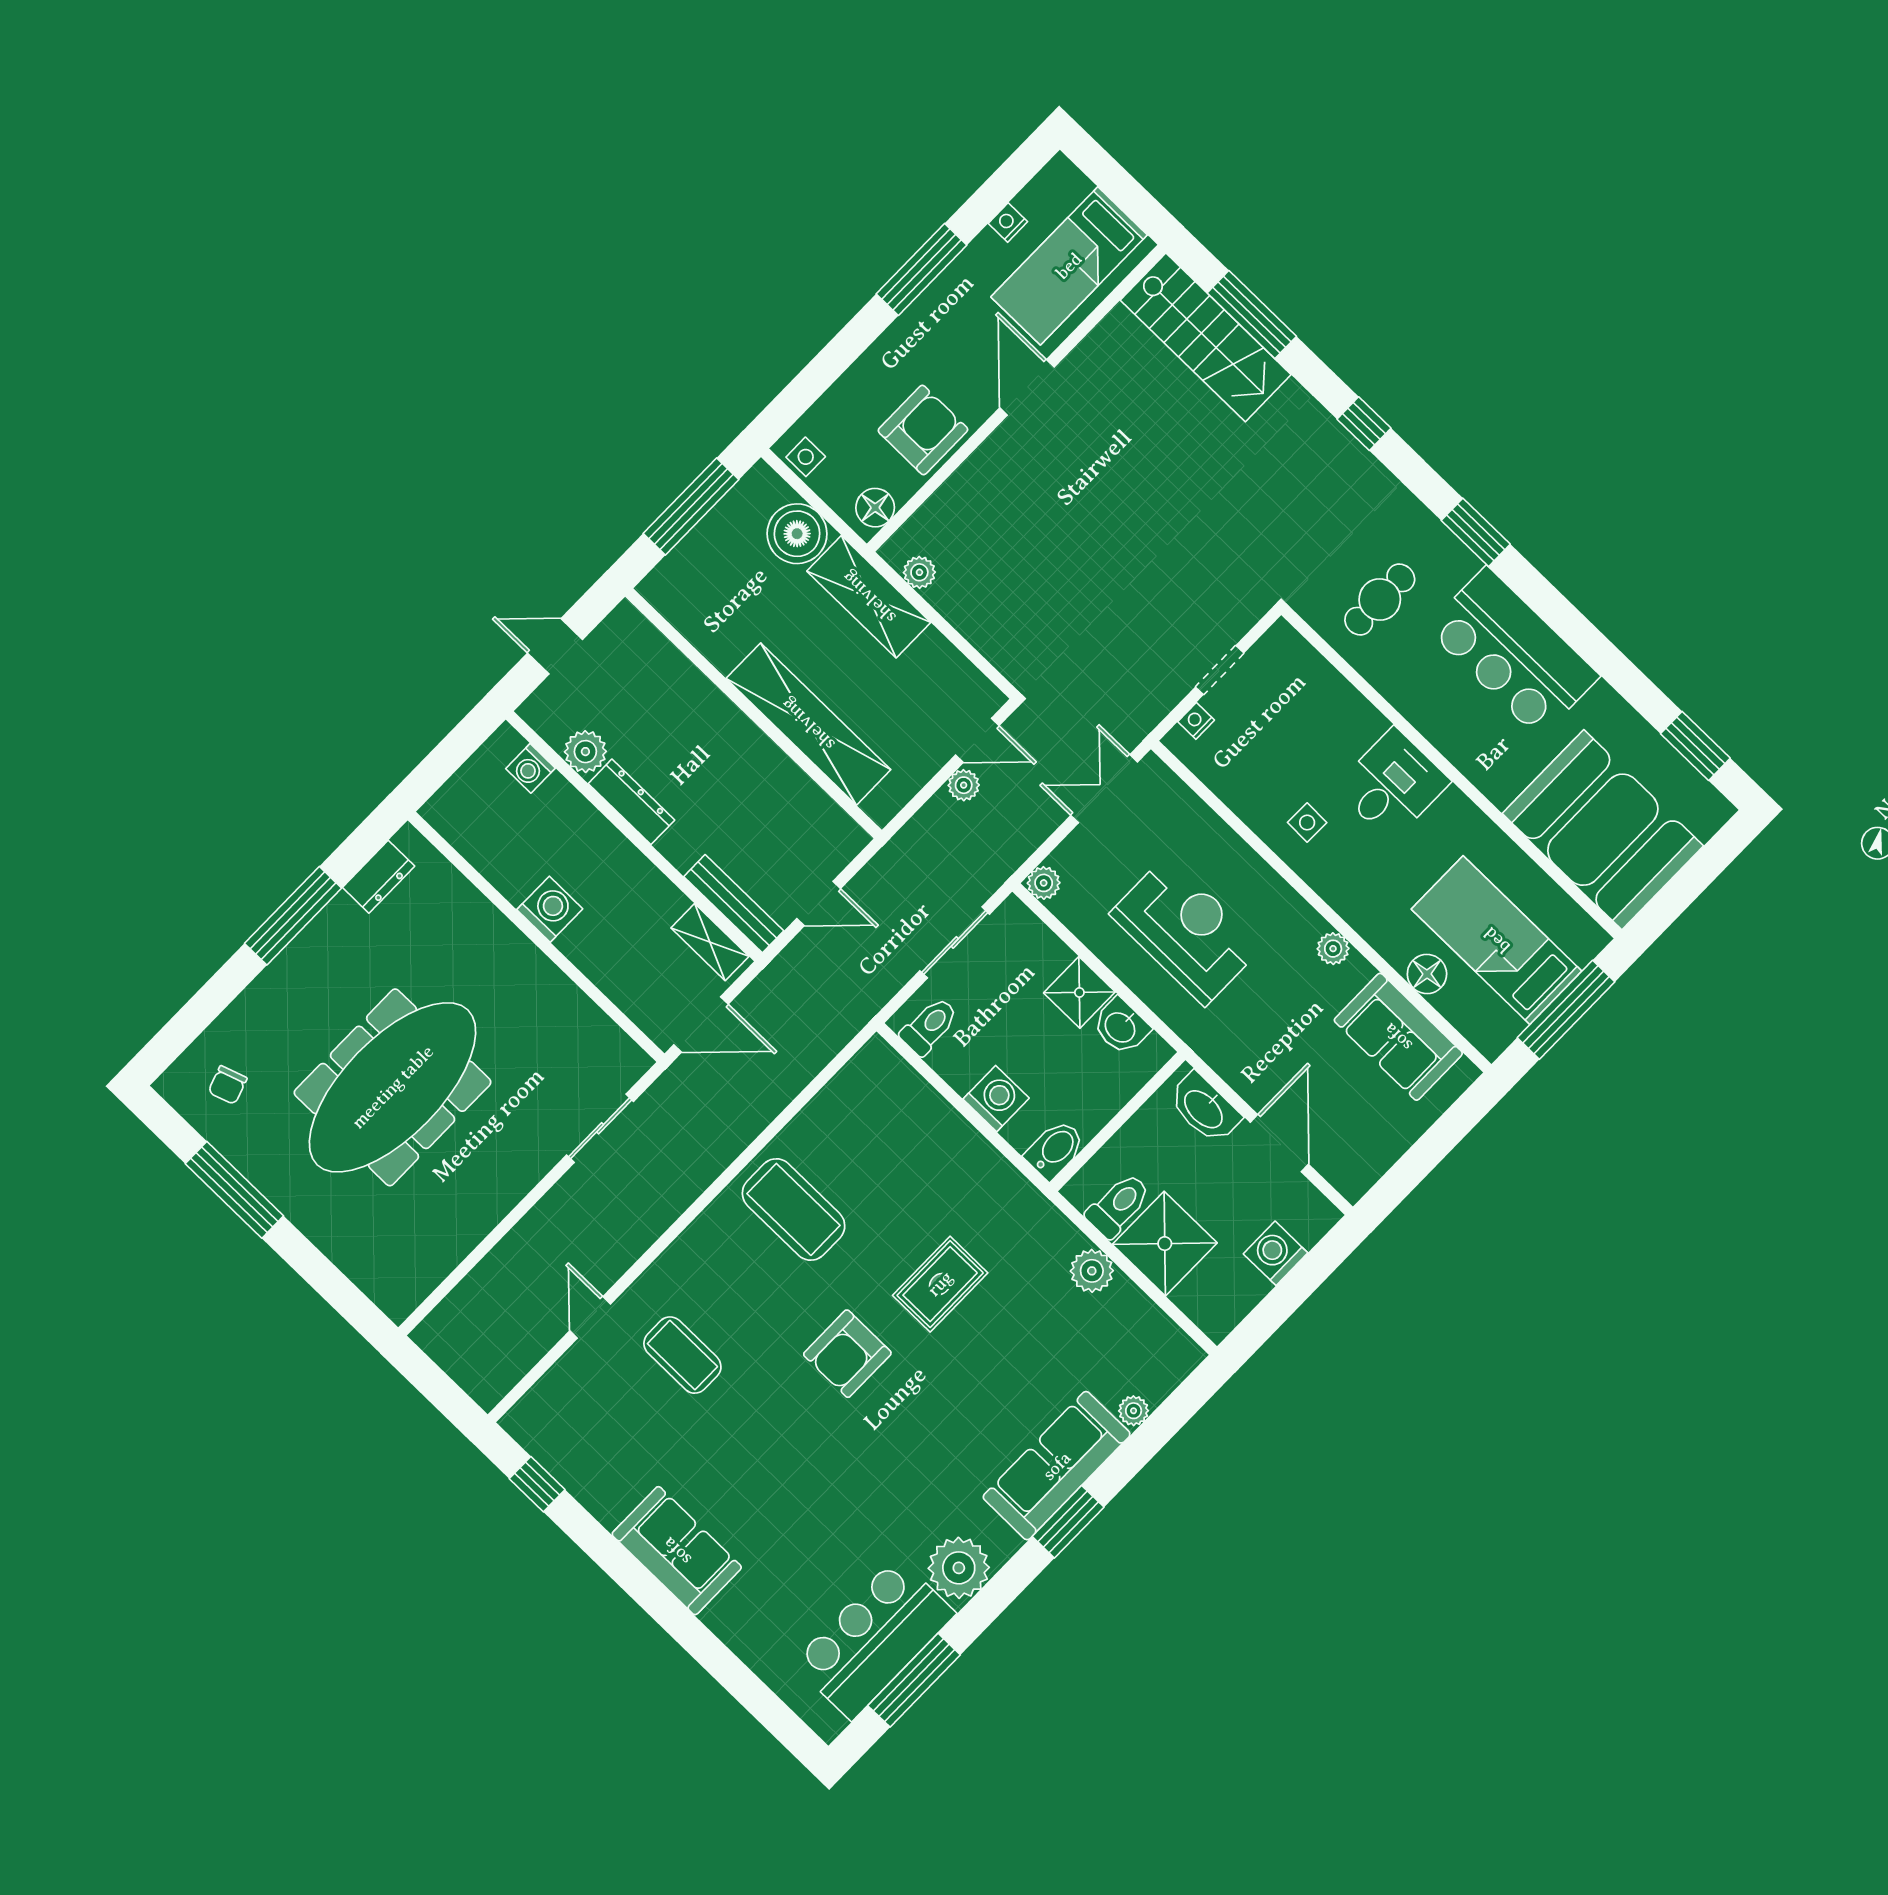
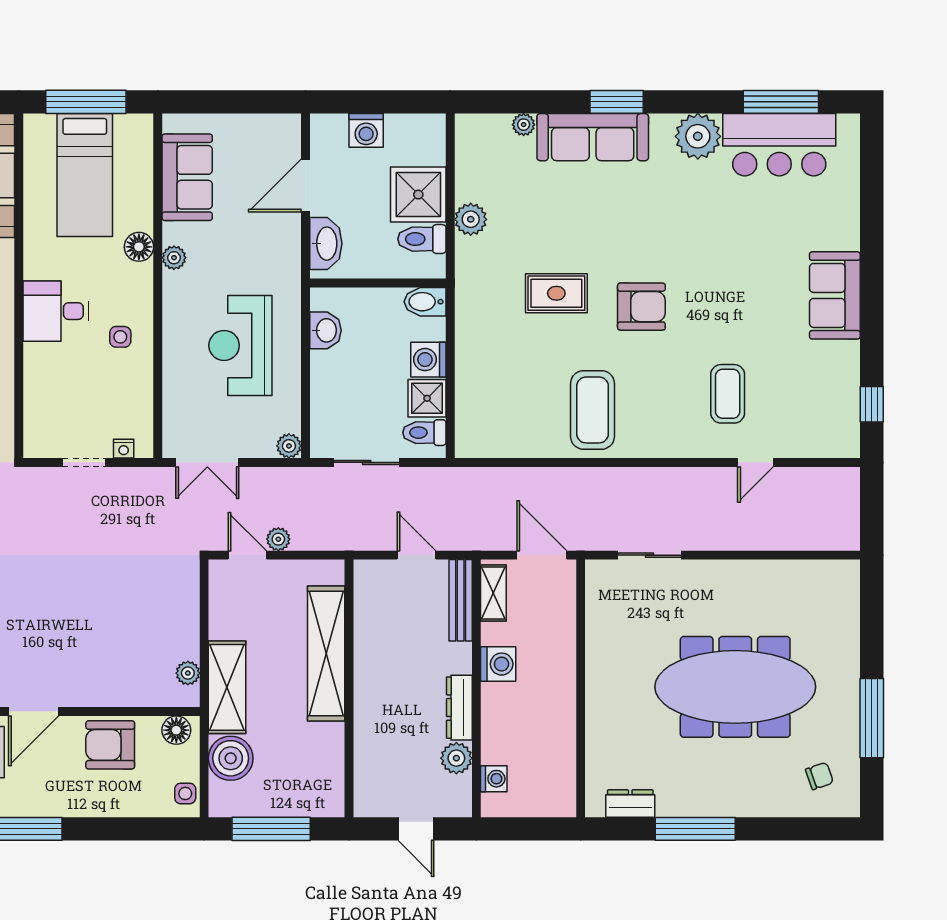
washing machine: (550, 909) -> (498, 664), moved, turned 180
floor lamp: (1427, 974) -> (139, 247), moved
shower: (1079, 992) -> (427, 398), moved

